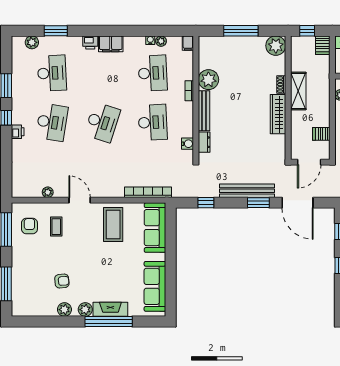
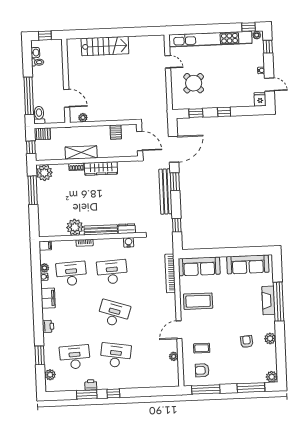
window: (241, 31) -> (33, 190), moved
filing cabinet: (111, 44) -> (48, 298), moved
printer: (18, 132) -> (91, 385), moved
plant: (85, 310) -> (272, 377), moved

